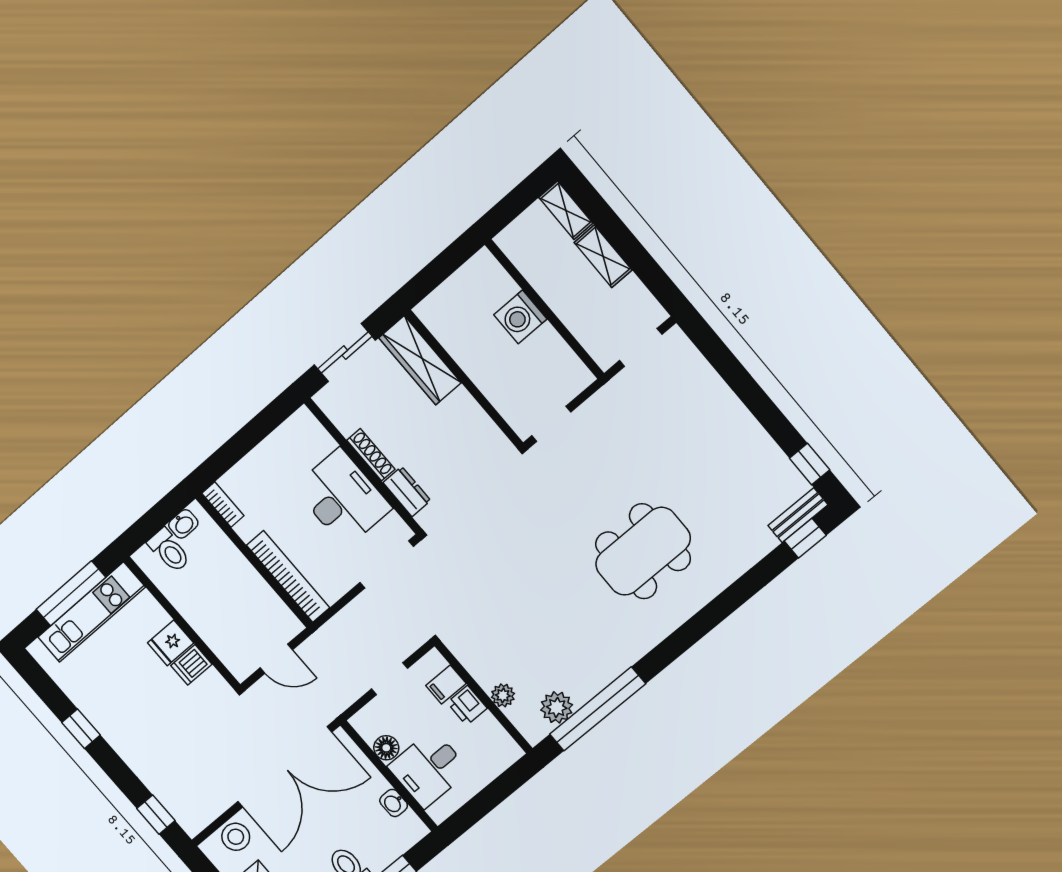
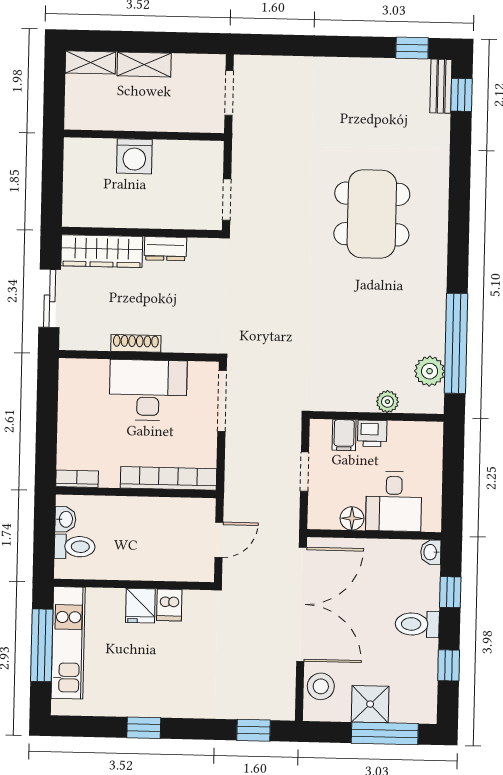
dresser: (407, 492) -> (165, 249), moved, turned 180
washbasin: (394, 803) -> (431, 552), moved, turned 90

